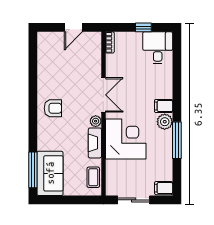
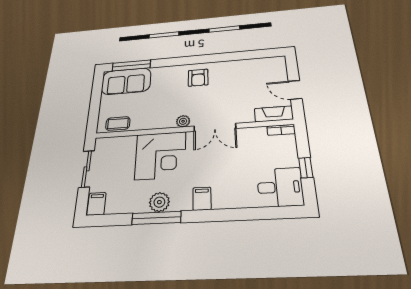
plant: (165, 122) -> (159, 202), moved
fireplace: (95, 143) -> (274, 114), moved

